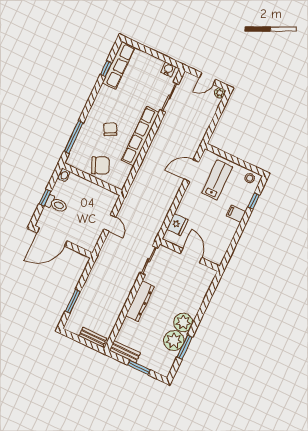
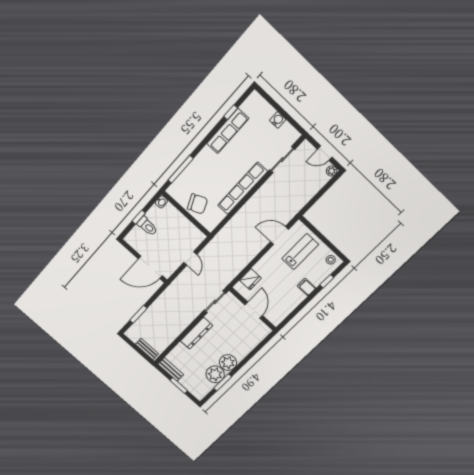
row of seats: (119, 65) -> (228, 131), moved
water cooler: (168, 69) -> (278, 120), moved
chair: (110, 129) -> (217, 173), removed
door: (52, 237) -> (150, 267), moved

